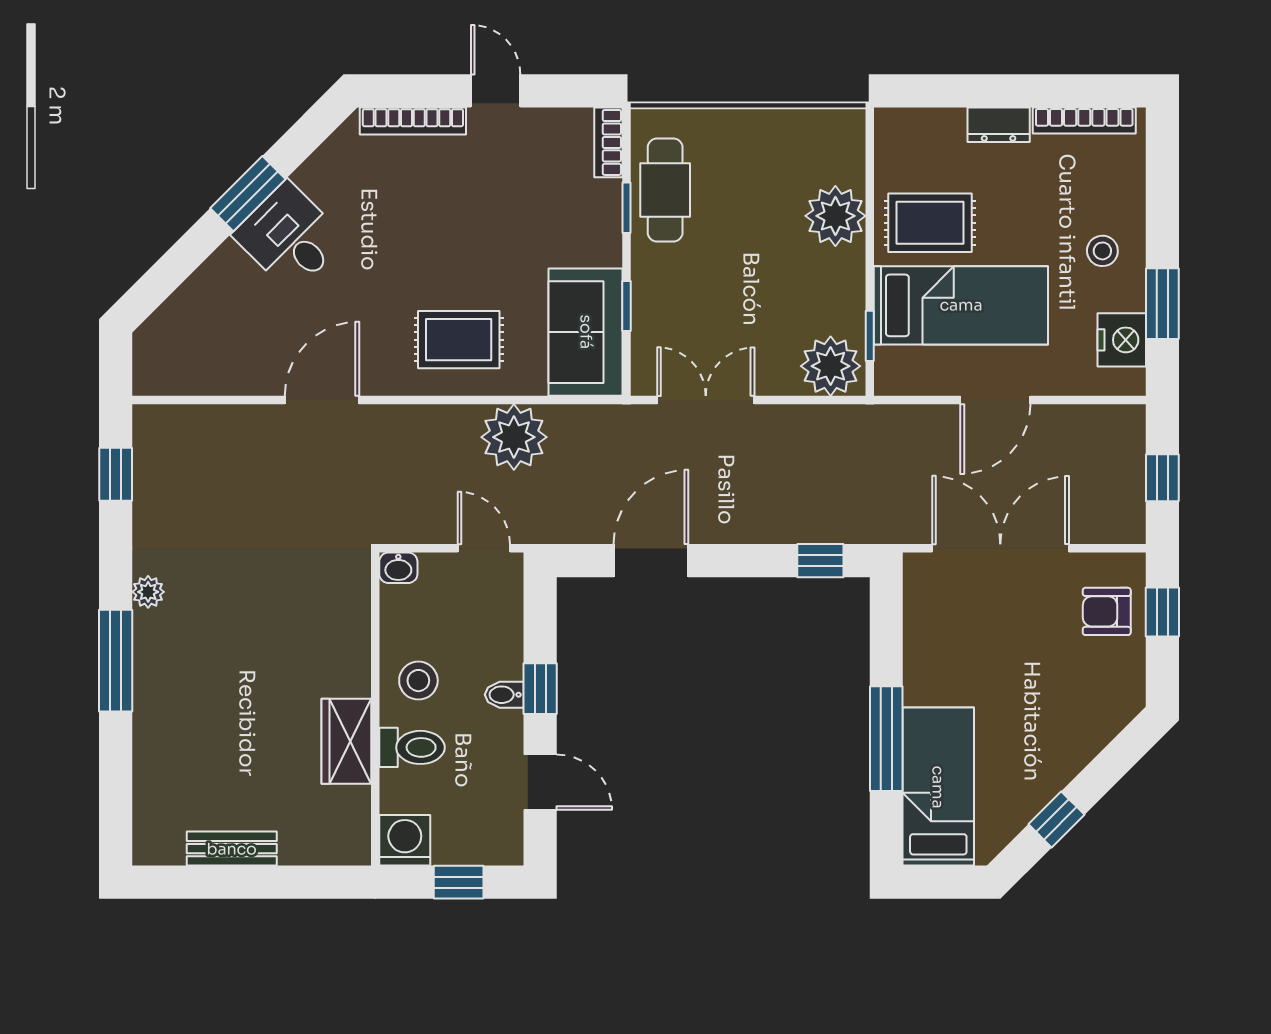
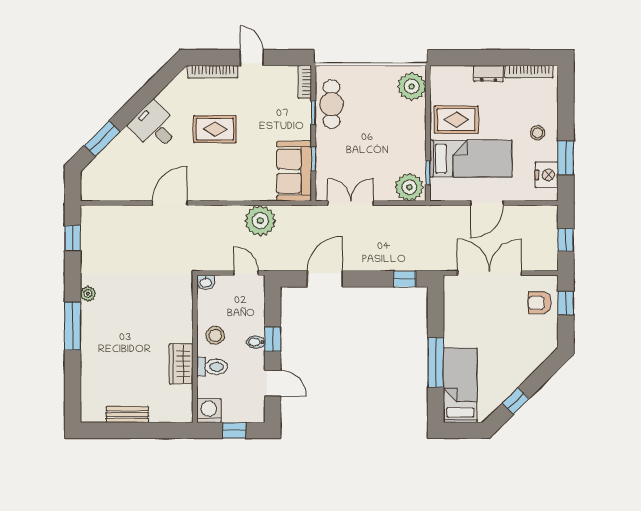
window: (248, 194) -> (102, 139), moved
plant: (835, 216) -> (412, 86), moved
rug: (459, 340) -> (215, 129), moved

